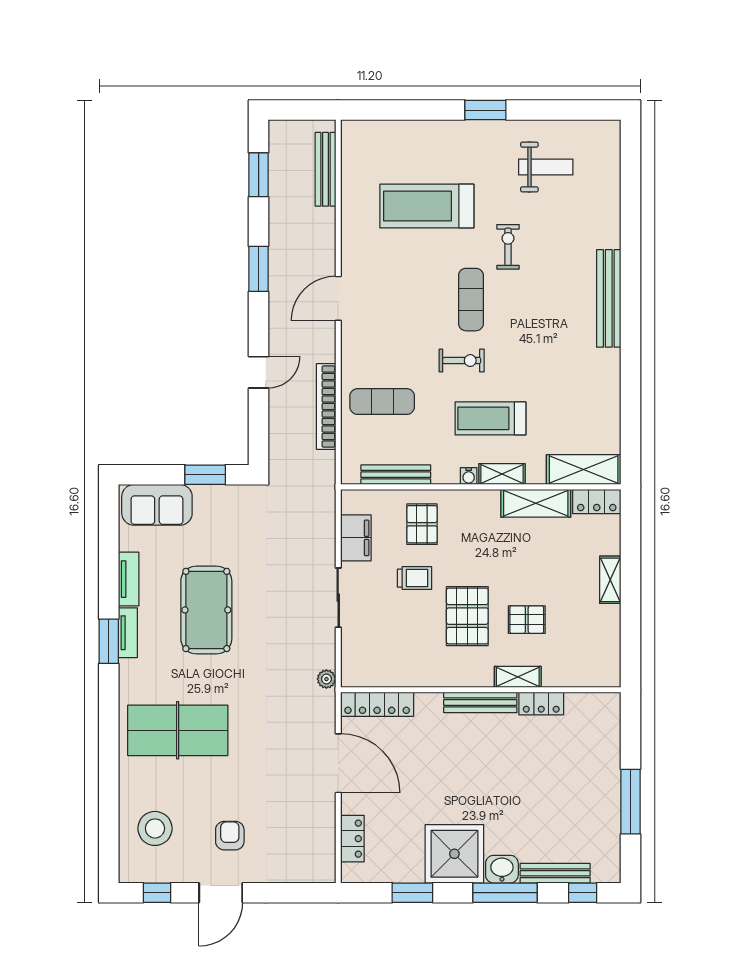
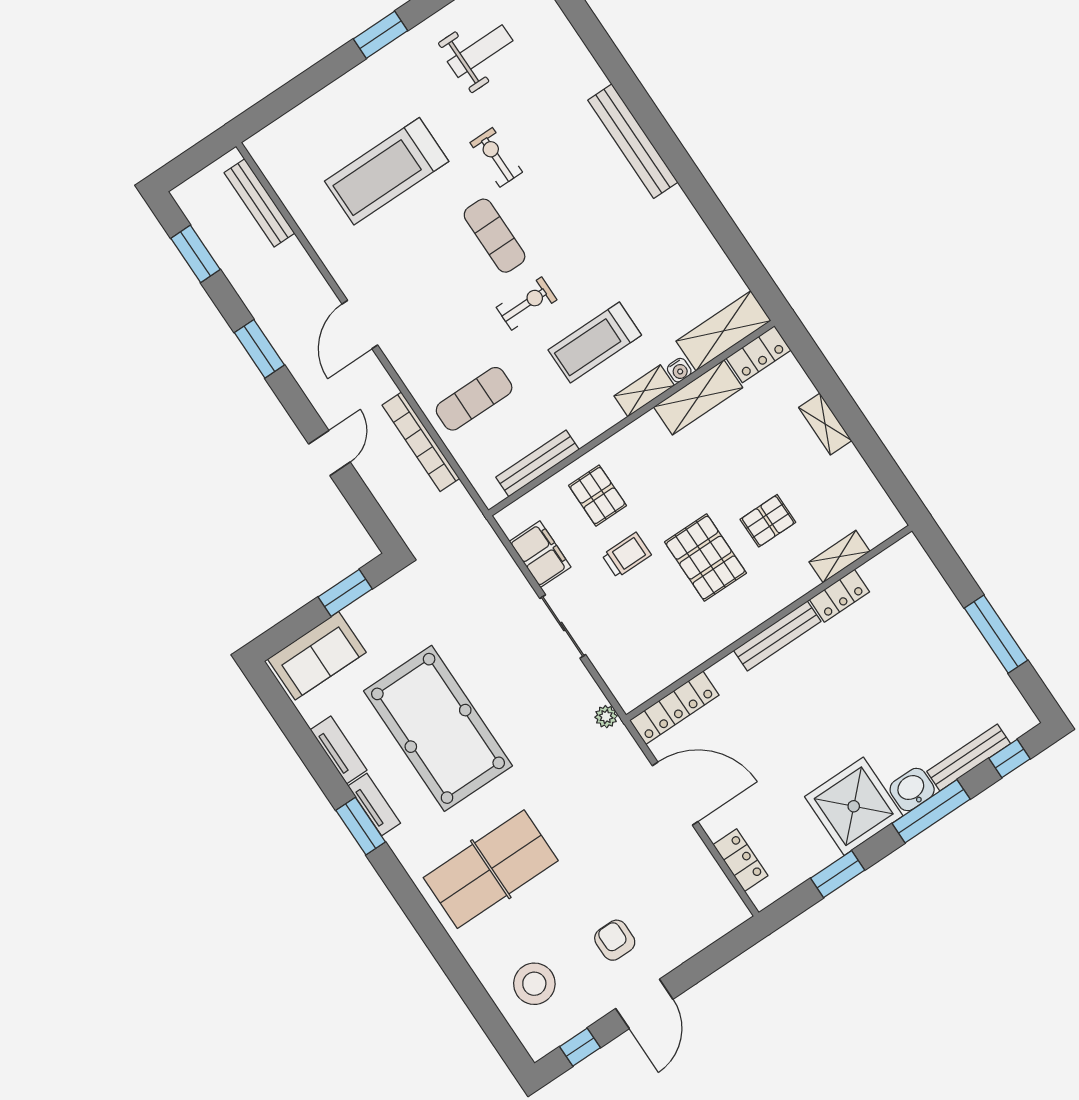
water cooler: (469, 476) -> (679, 370), moved
pool table: (206, 610) -> (438, 728), width x1.36, depth x1.32
shelving: (518, 677) -> (840, 557), moved

